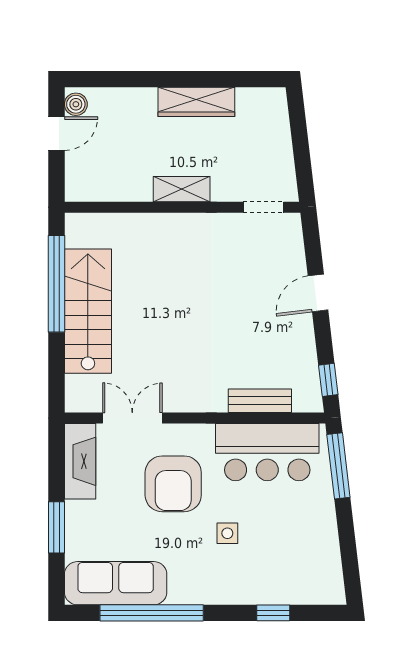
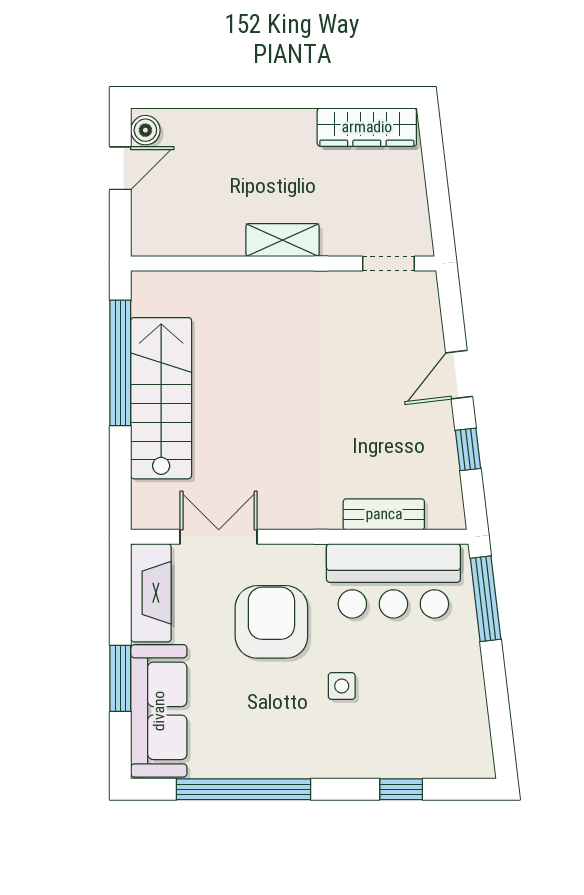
wardrobe: (196, 102) -> (367, 127), moved
window: (328, 380) -> (468, 449), moved
armchair: (173, 484) -> (271, 622), turned 180
sofa: (116, 583) -> (159, 711), moved, turned 90

